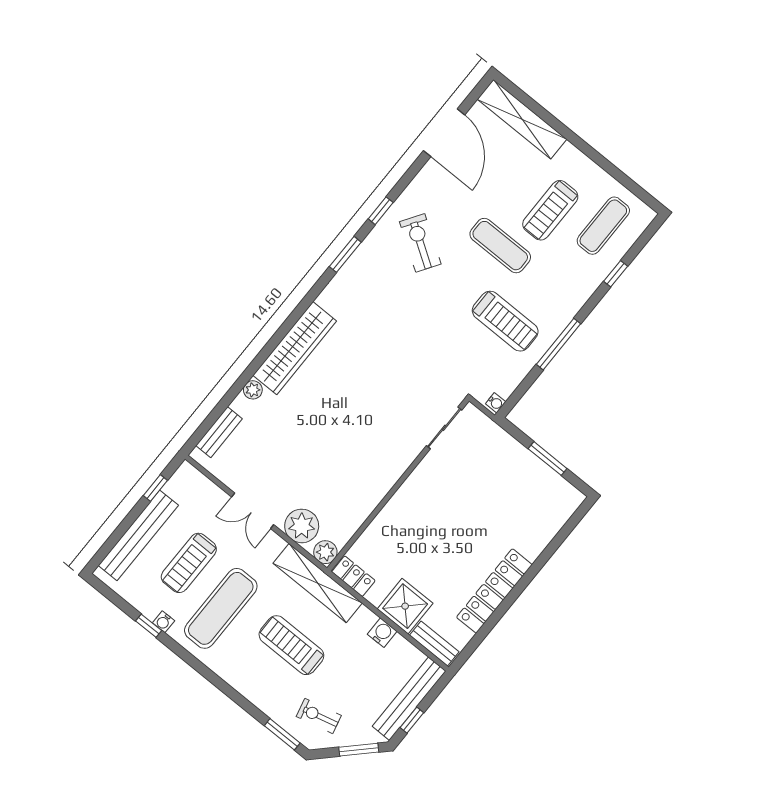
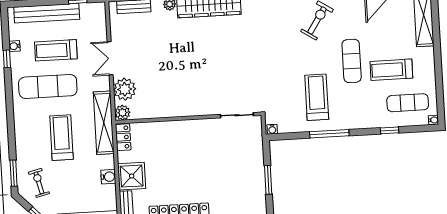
water cooler: (649, 215) -> (433, 120), added
treadmill: (505, 321) -> (317, 97), turned 180
water cooler: (164, 622) -> (14, 46), moved

